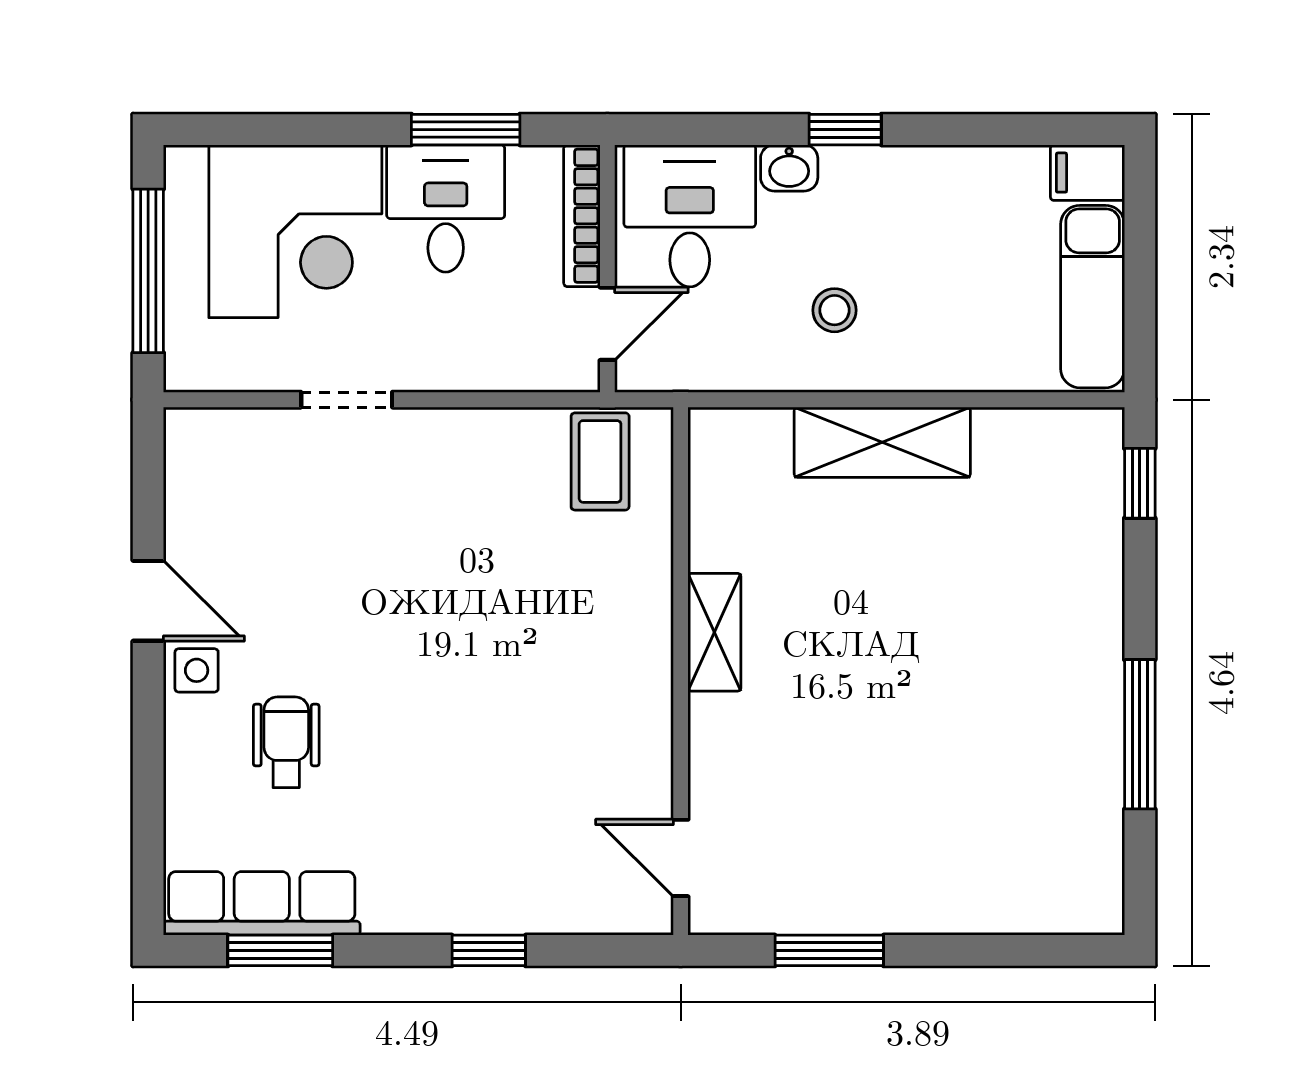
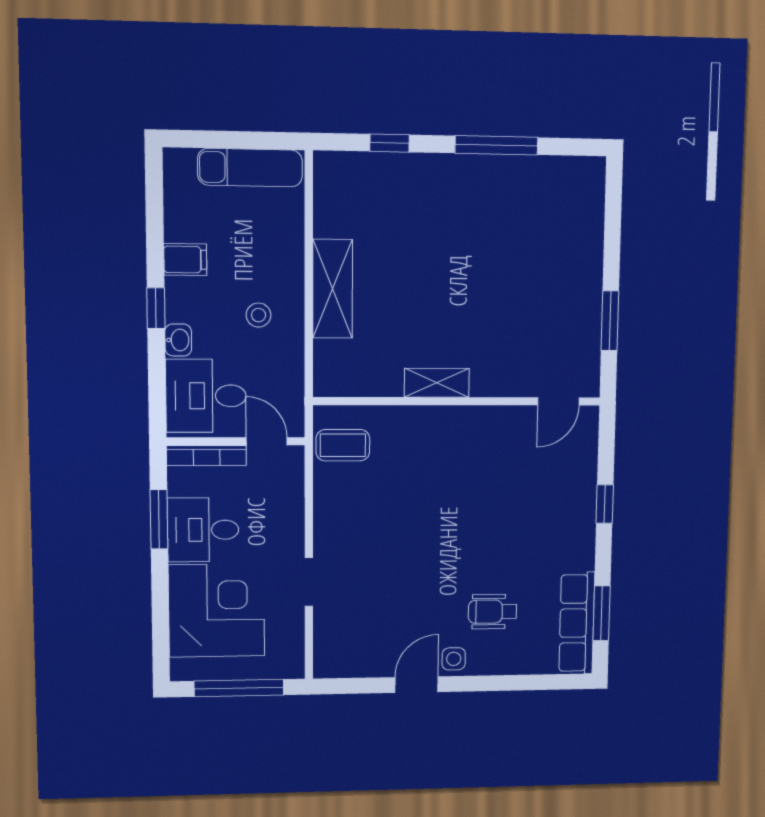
filing cabinet: (1087, 173) -> (185, 260), moved, turned -90
window: (1140, 483) -> (390, 143), moved

